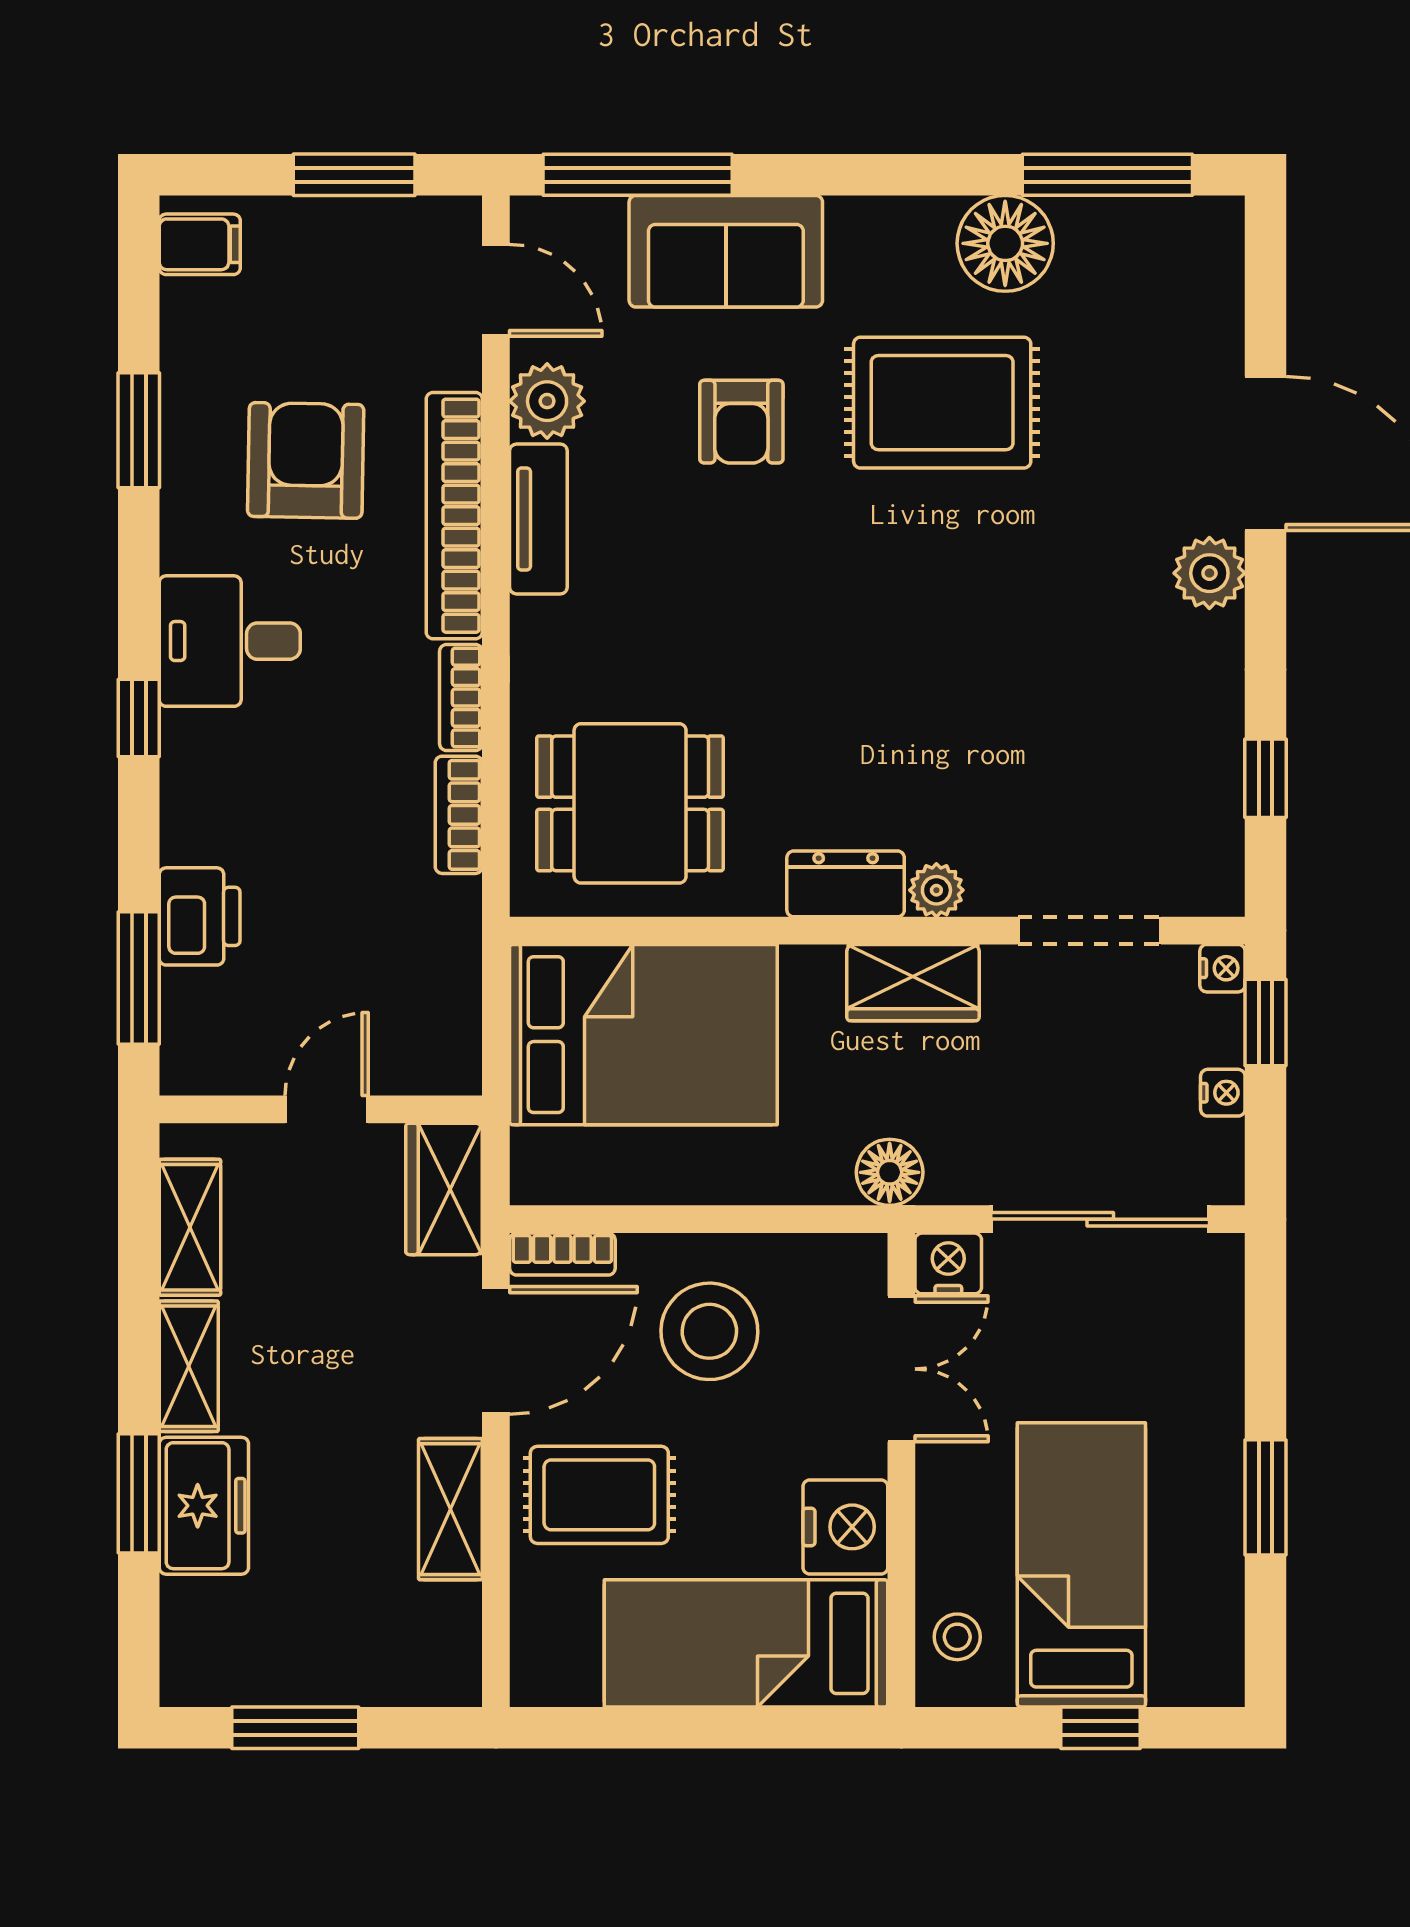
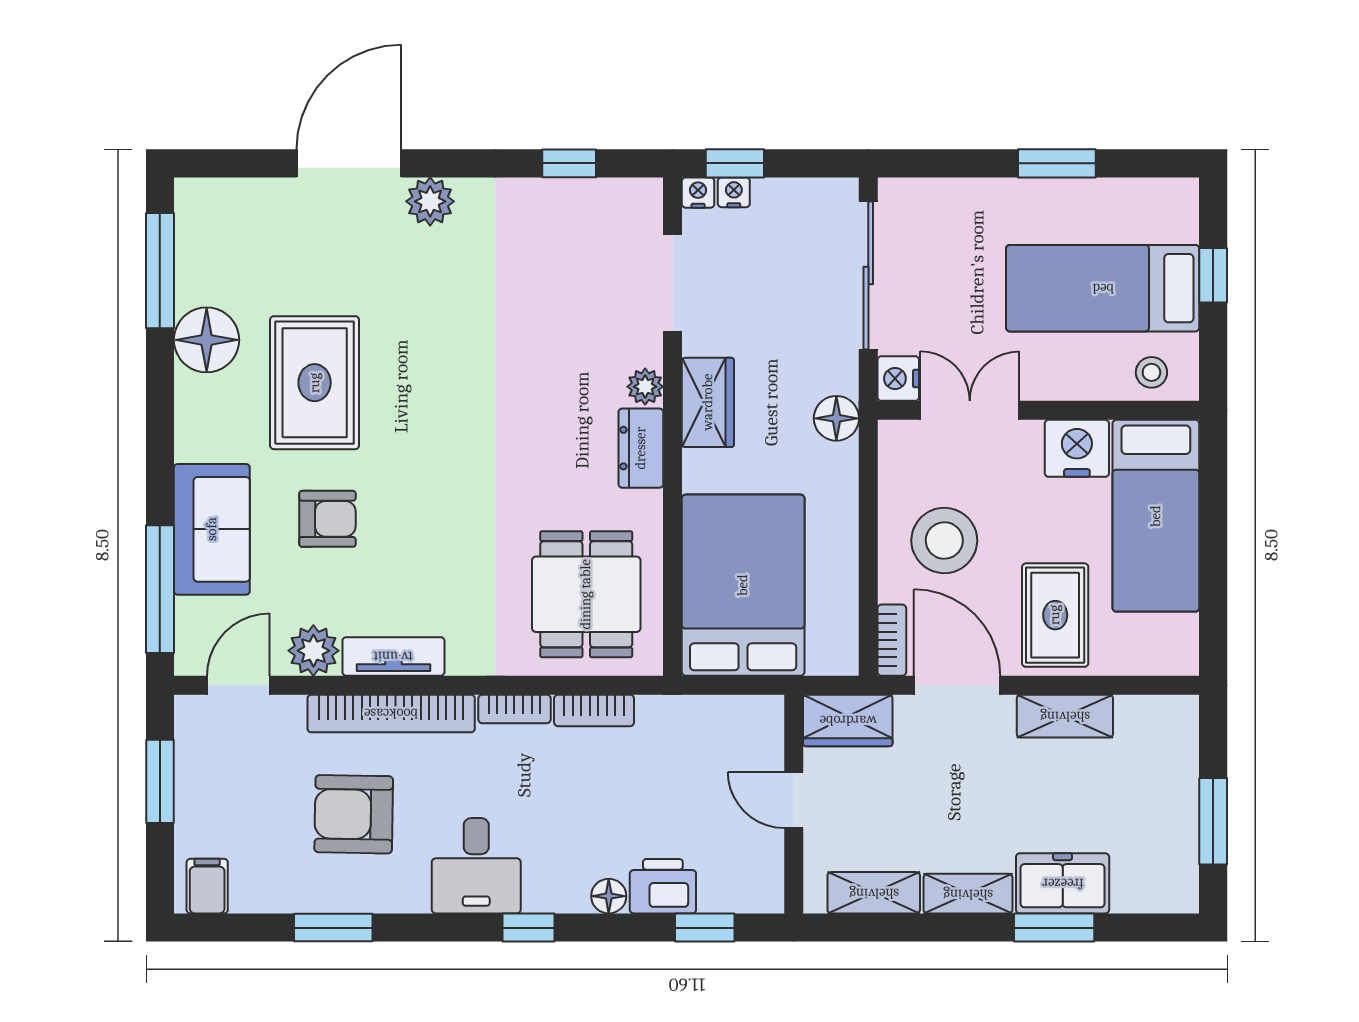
floor lamp: (185, 837) -> (609, 896), added
window: (139, 978) -> (705, 928), width x0.67
nightstand: (1223, 1093) -> (734, 192), moved

